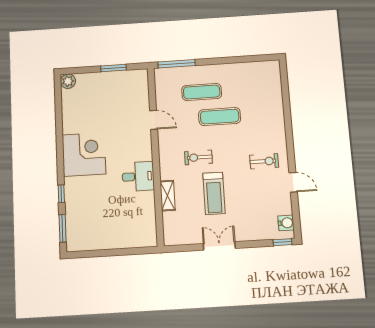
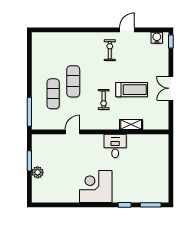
plant: (68, 81) -> (38, 172), moved

